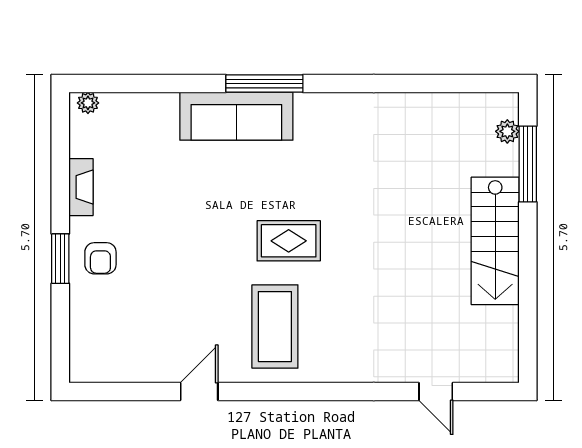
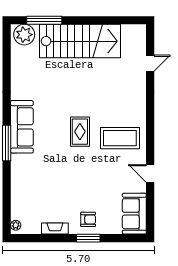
sofa: (236, 116) -> (22, 127), moved
plant: (507, 131) -> (24, 35), width x1.88, depth x1.88
stairs: (495, 241) -> (80, 41), width x1.36, depth x1.51
sofa: (113, 357) -> (134, 214), added

